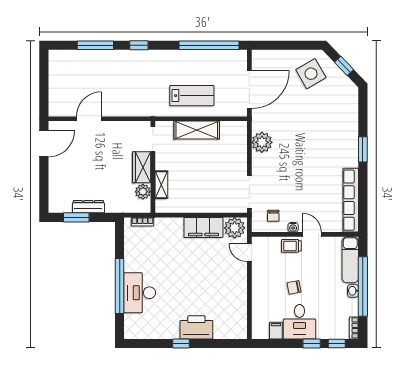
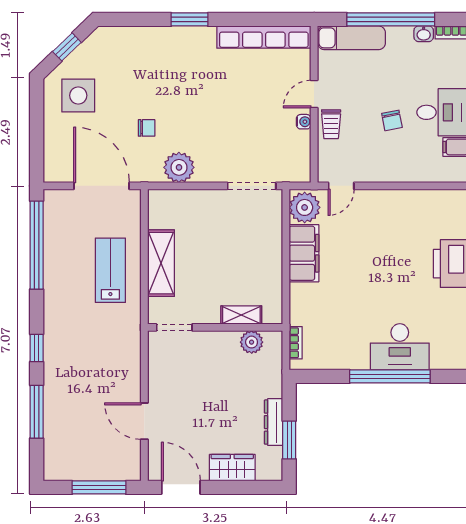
side table: (311, 74) -> (78, 95), turned 30
window: (44, 88) -> (99, 487), added
wardrobe: (142, 167) -> (232, 468), moved, turned 180
chair: (273, 216) -> (147, 128), moved
washbasin: (353, 291) -> (424, 34), moved

